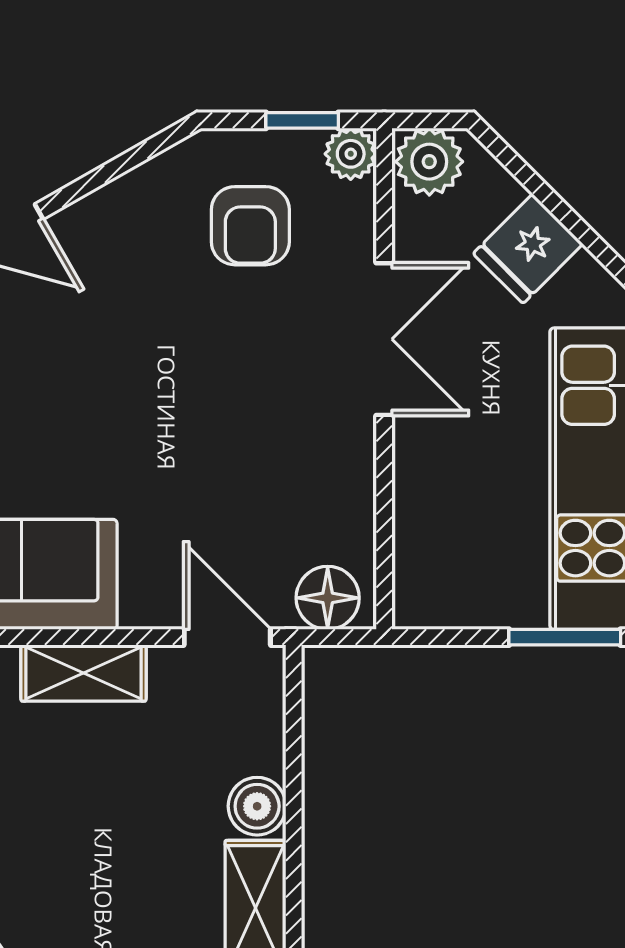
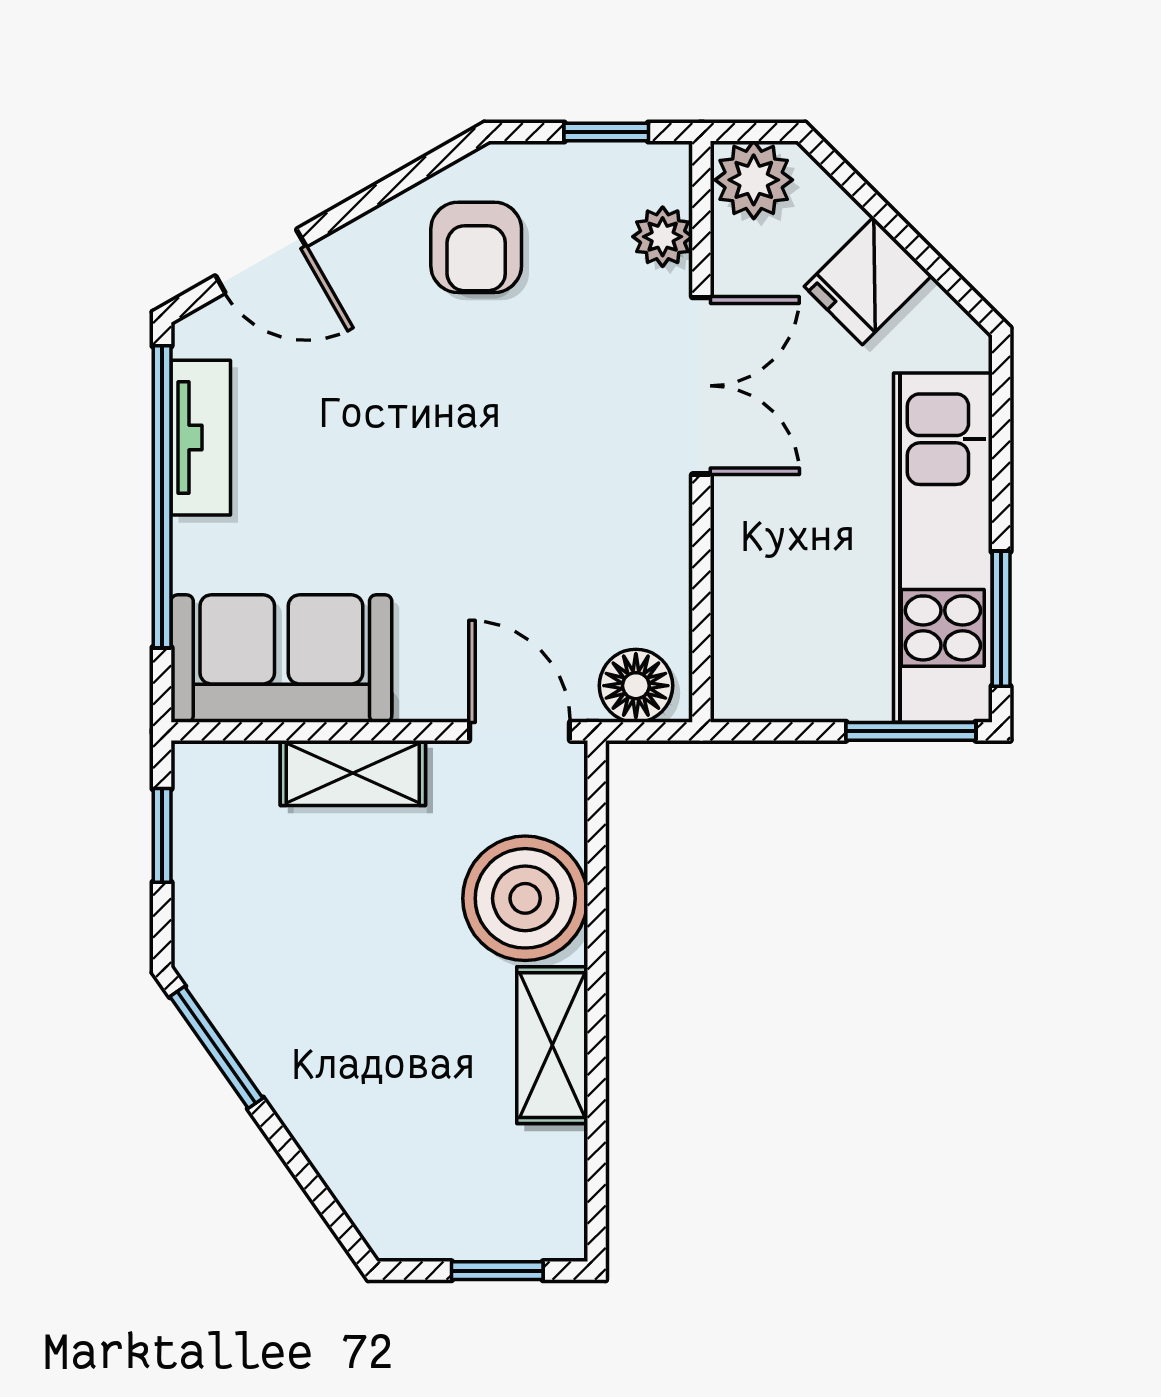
plant: (351, 154) -> (663, 237), moved
armchair: (250, 226) -> (476, 247), moved
boiler: (257, 806) -> (525, 898), width x1.86, depth x1.86

